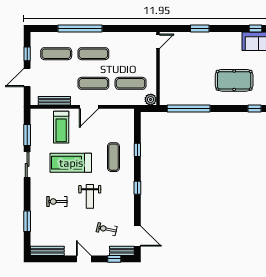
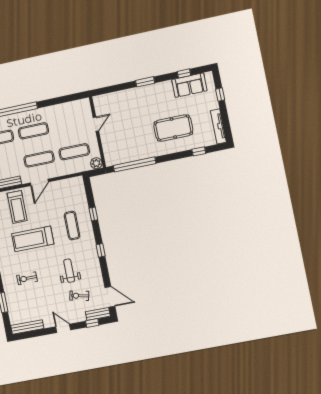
window: (200, 28) -> (145, 82), moved
door: (158, 41) -> (96, 124), moved
weight bench: (90, 196) -> (69, 271), moved, turned 180

